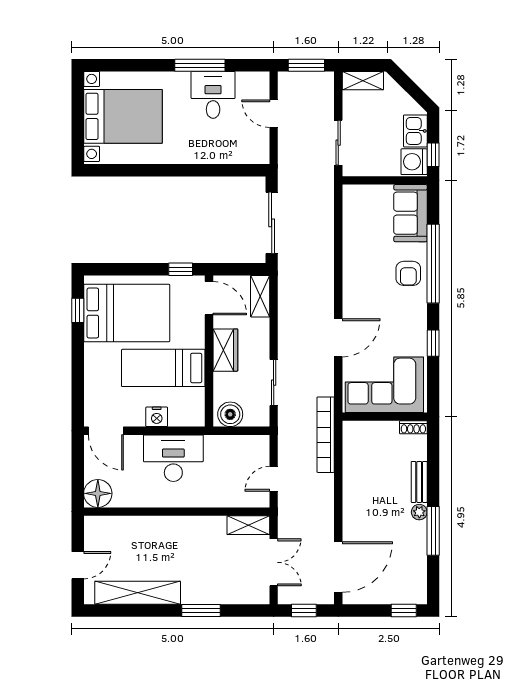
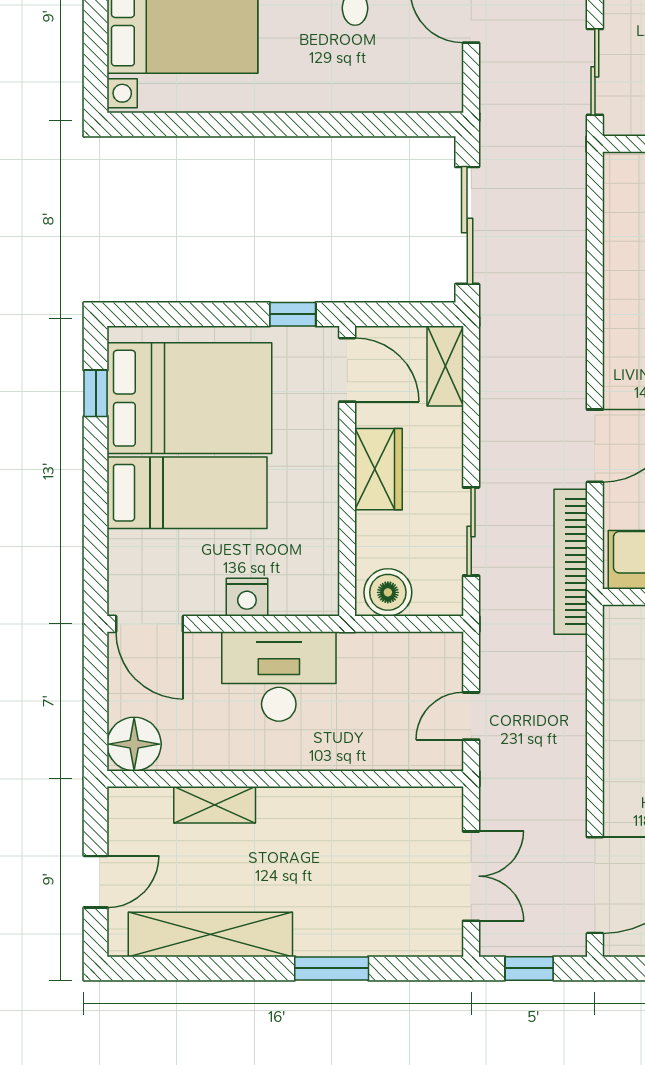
bed: (163, 368) -> (187, 493), moved, turned 180
bookcase: (326, 435) -> (571, 562), moved
shelving: (248, 525) -> (215, 805), moved

